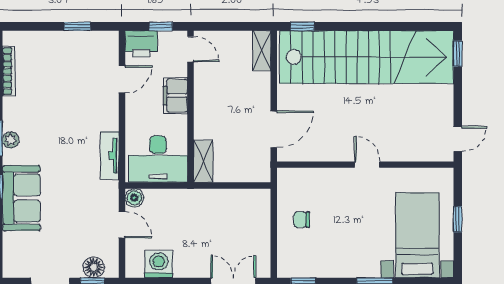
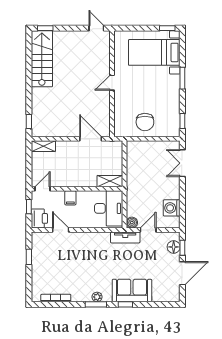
stairs: (367, 57) -> (42, 59), width x0.54, depth x0.66
filing cabinet: (175, 96) -> (70, 198), width x0.50
tv unit: (110, 156) -> (125, 237), moved
window: (458, 219) -> (167, 28), moved
chair: (302, 220) -> (145, 122), width x1.87, depth x1.87

